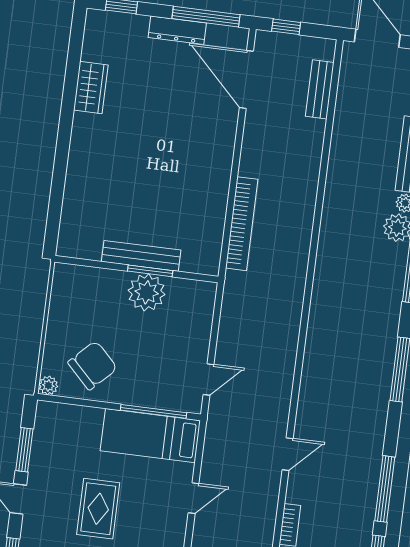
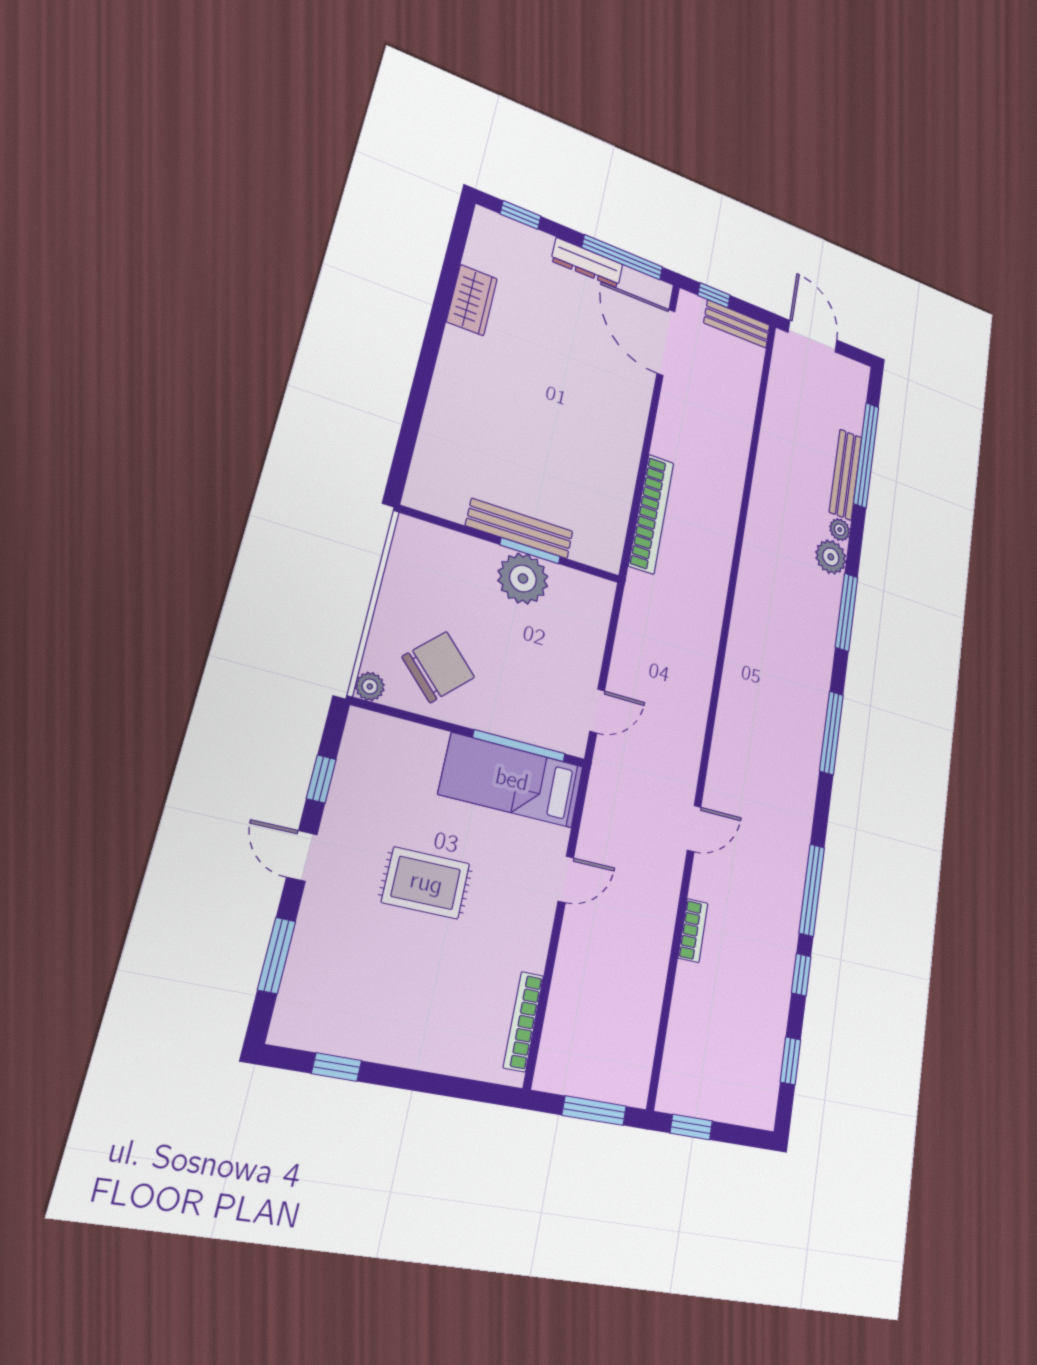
bench: (320, 89) -> (737, 324), moved, turned 90
window: (24, 450) -> (321, 779), width x0.67
rug: (98, 509) -> (426, 883), turned 90

